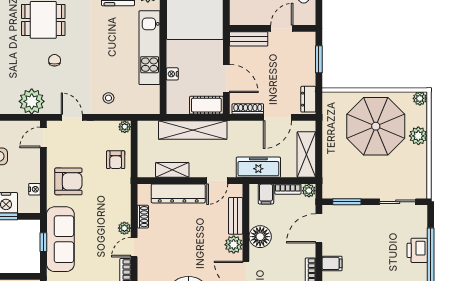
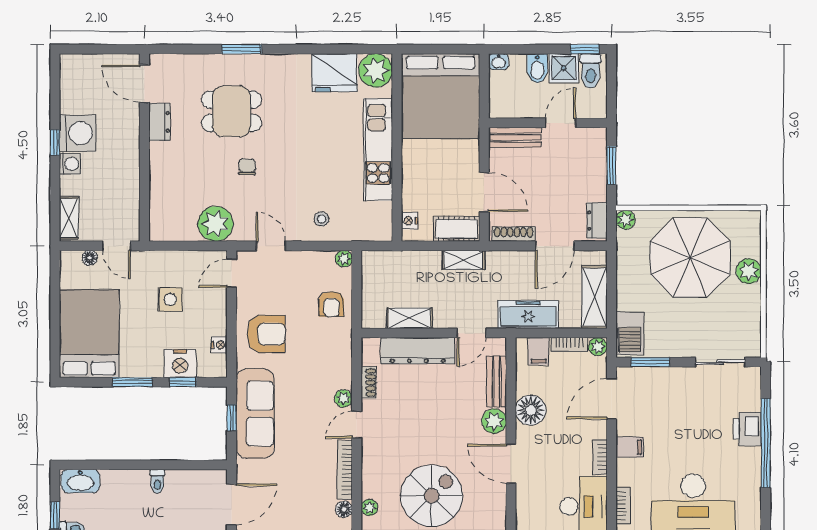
nightstand: (172, 74) -> (409, 221), moved
plant: (420, 98) -> (625, 220), moved
shelving: (193, 130) -> (463, 260), width x0.45, depth x0.75
barbecue: (332, 181) -> (630, 333), added

